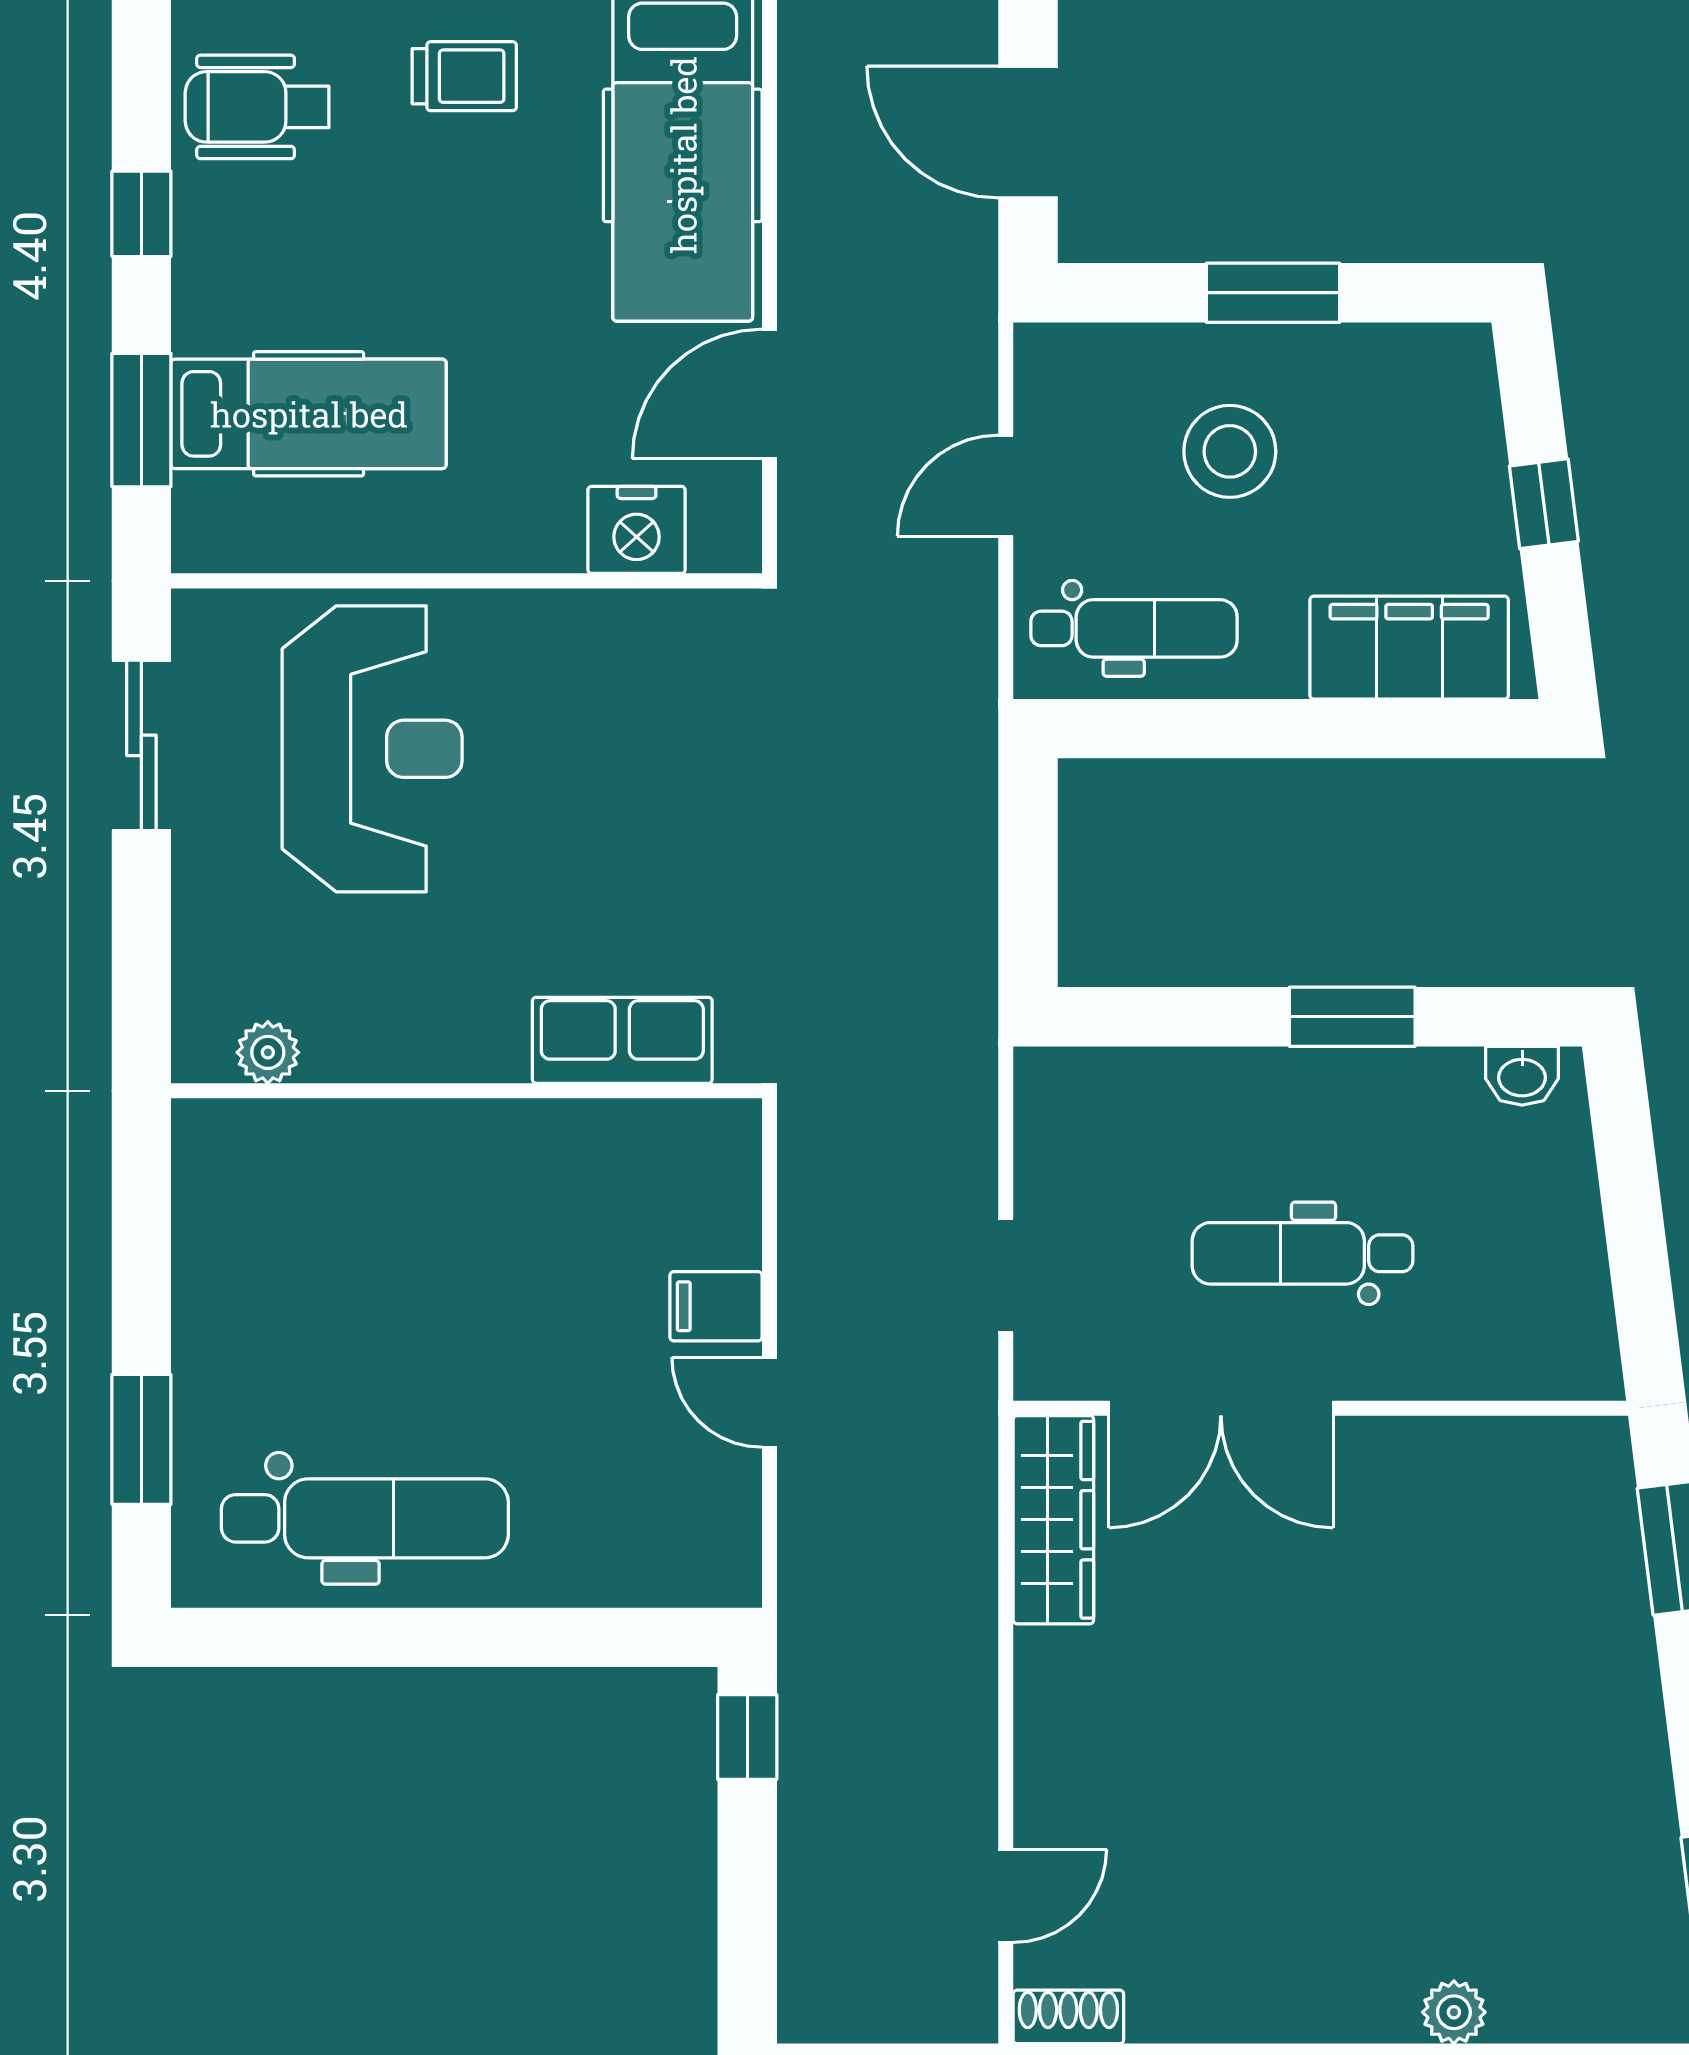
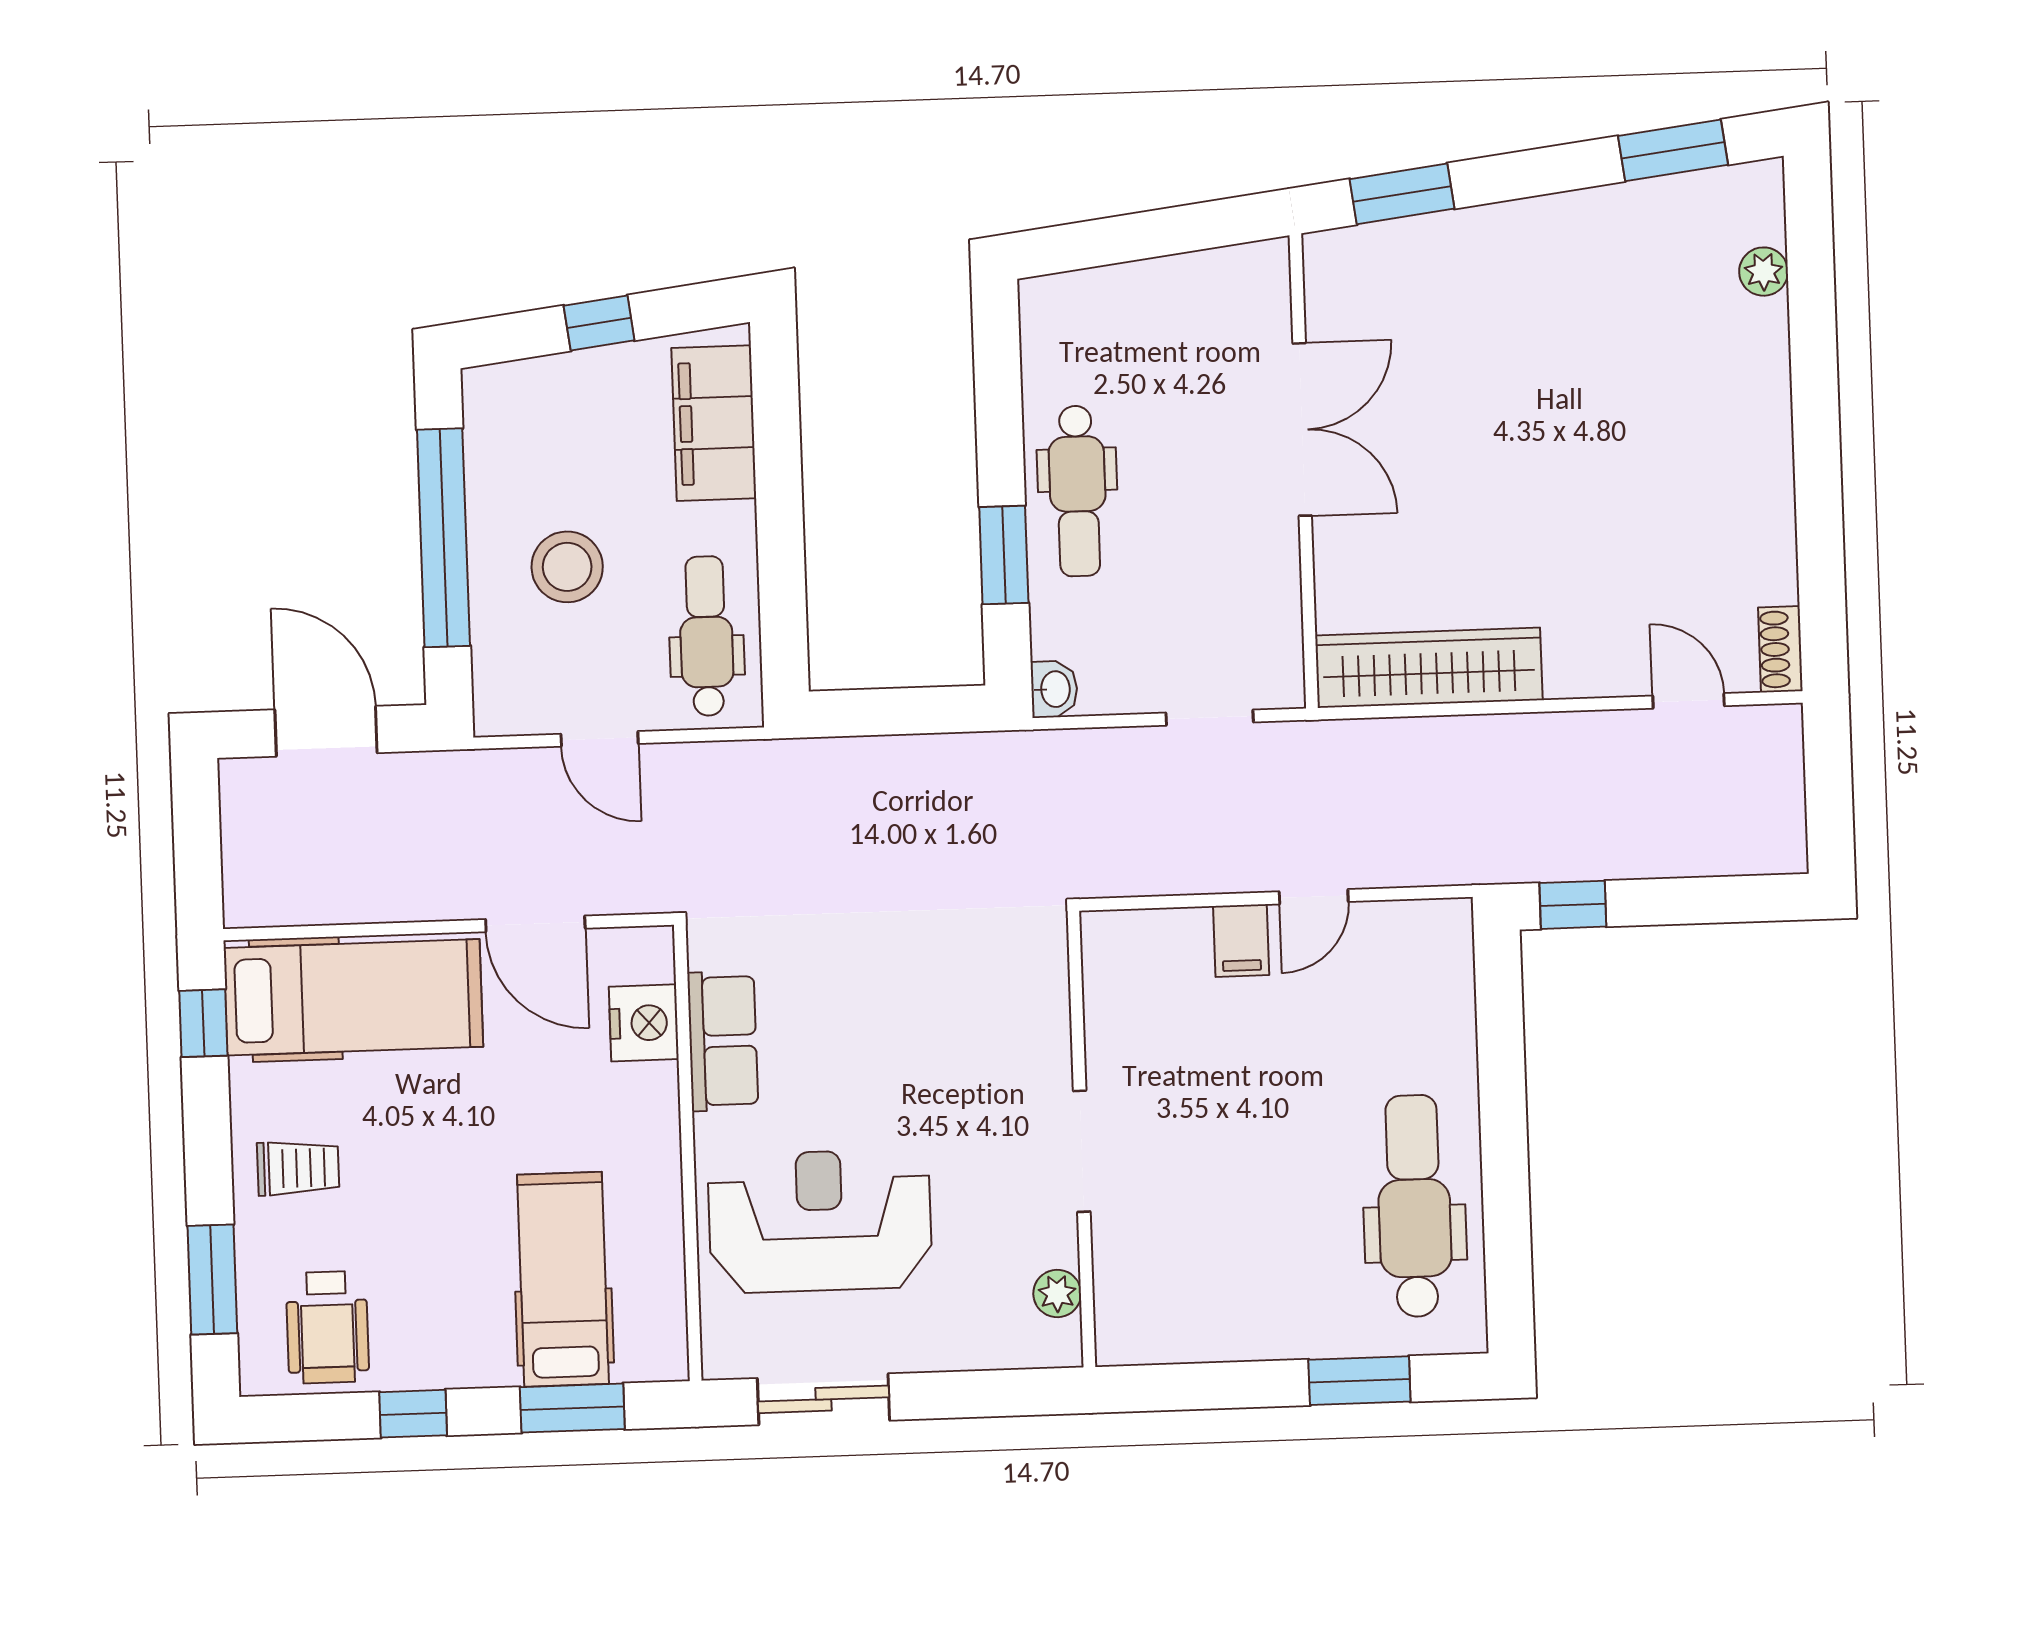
trolley: (464, 76) -> (298, 1168), turned 90
door: (1028, 132) -> (326, 731), swing flipped
window: (1273, 293) -> (443, 538), width x2.11
window: (1352, 1017) -> (1004, 555), moved
row of seats: (622, 1040) -> (723, 1041), moved, turned 180
washbasin: (1522, 1076) -> (1054, 689), moved
doorway: (451, 1091) -> (1082, 1151), added
dental chair: (1303, 1253) -> (1078, 491), moved
double door: (1221, 1408) -> (1302, 429), moved
wardrobe: (1053, 1520) -> (1429, 668), width x1.40, depth x1.17
plant: (1454, 2012) -> (1764, 272), moved

